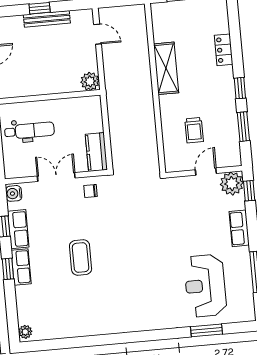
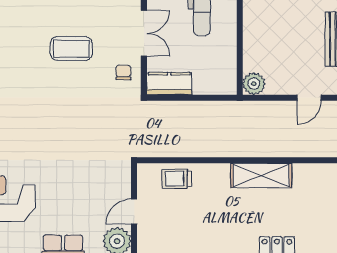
trolley: (194, 130) -> (177, 179), moved
door: (206, 172) -> (134, 212), swing flipped
coffee table: (81, 257) -> (71, 49), moved

